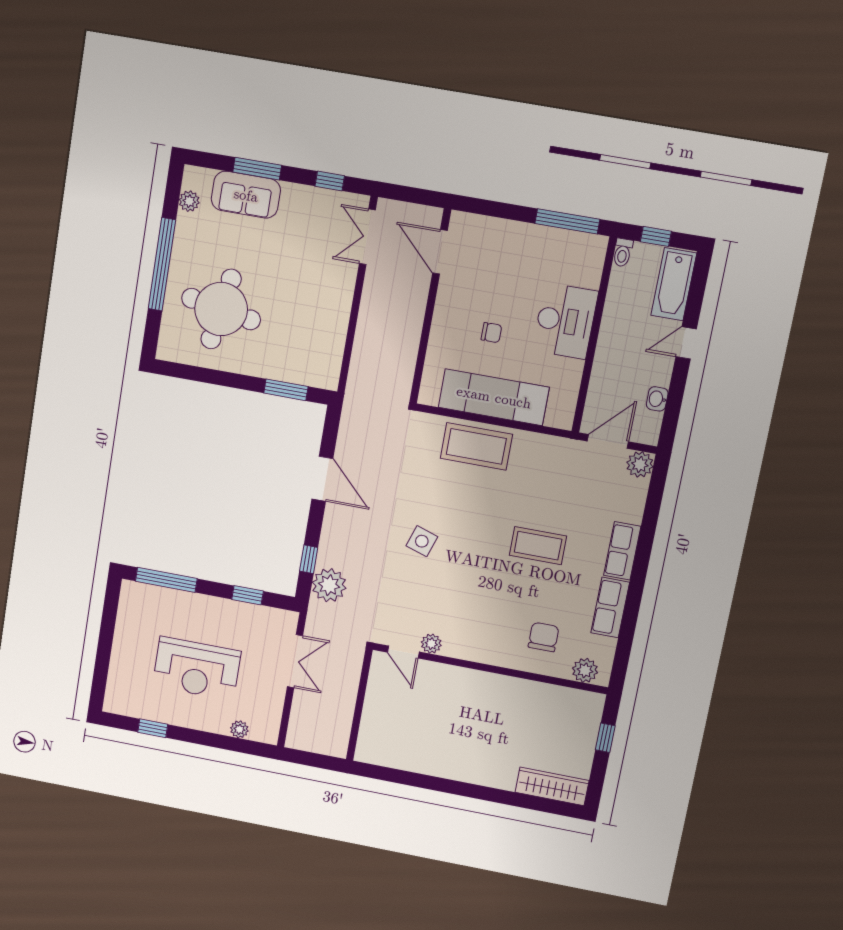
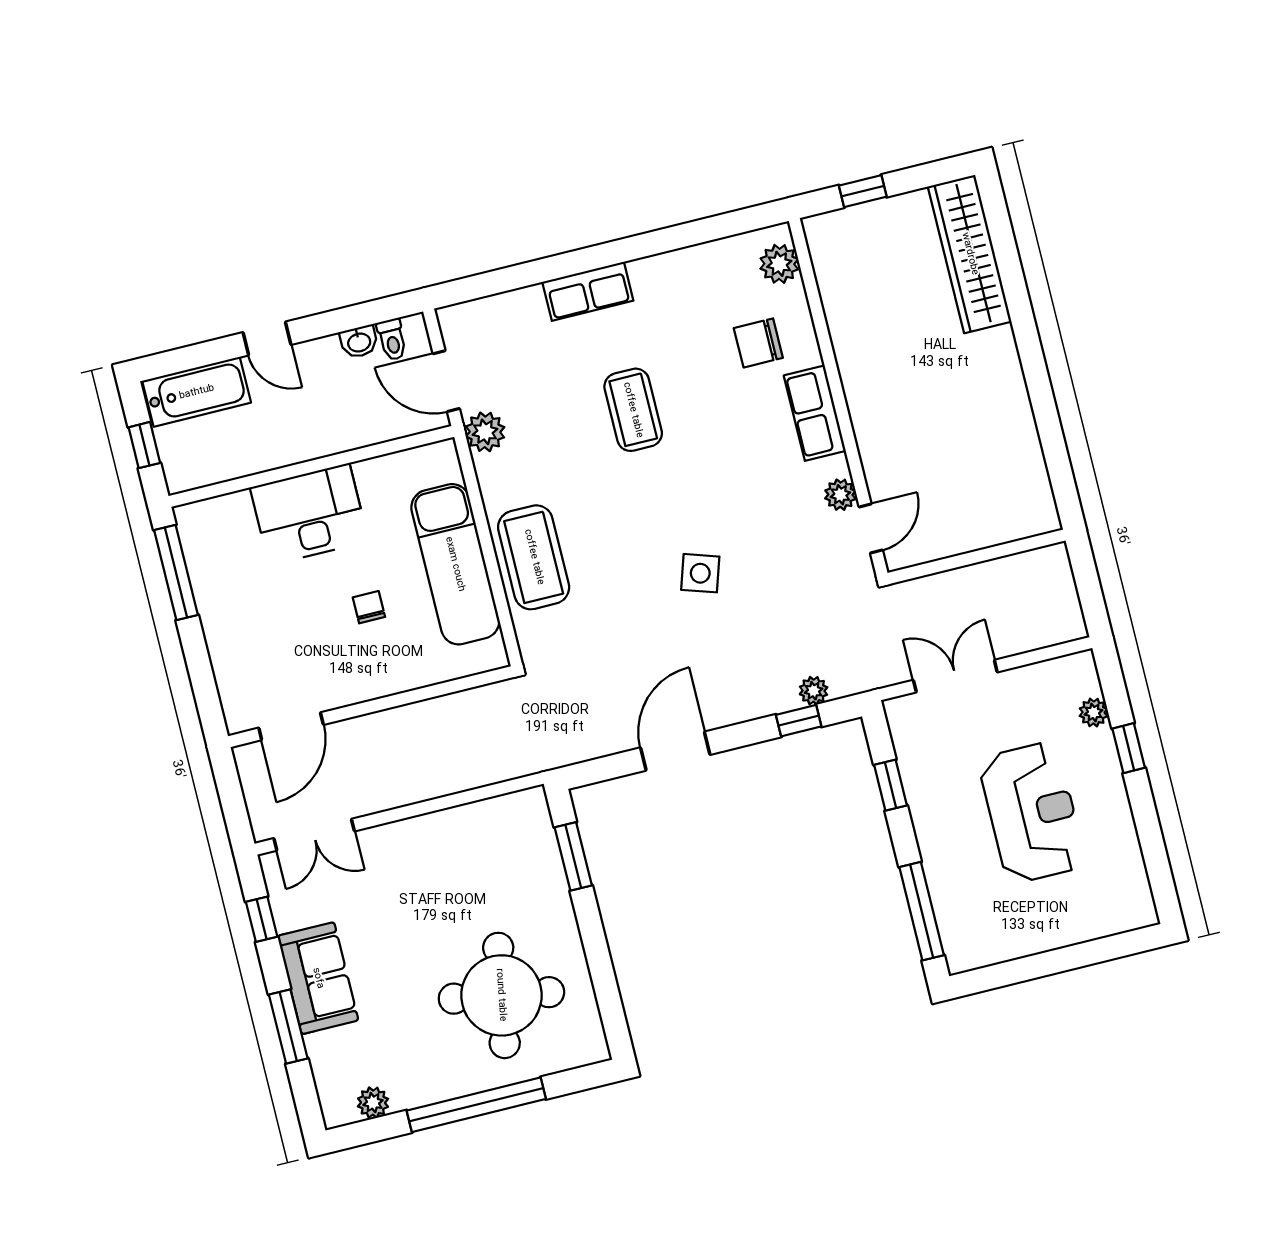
sofa: (246, 195) -> (318, 978), moved
toilet: (623, 253) -> (392, 339), moved, turned 90
plant: (640, 464) -> (485, 432), moved
plant: (329, 585) -> (814, 691), width x0.53, depth x0.53
row of seats: (610, 608) -> (815, 413), moved, turned 90
window: (153, 728) -> (1129, 748), moved
wardrobe: (552, 786) -> (970, 254), width x1.40, depth x1.17

